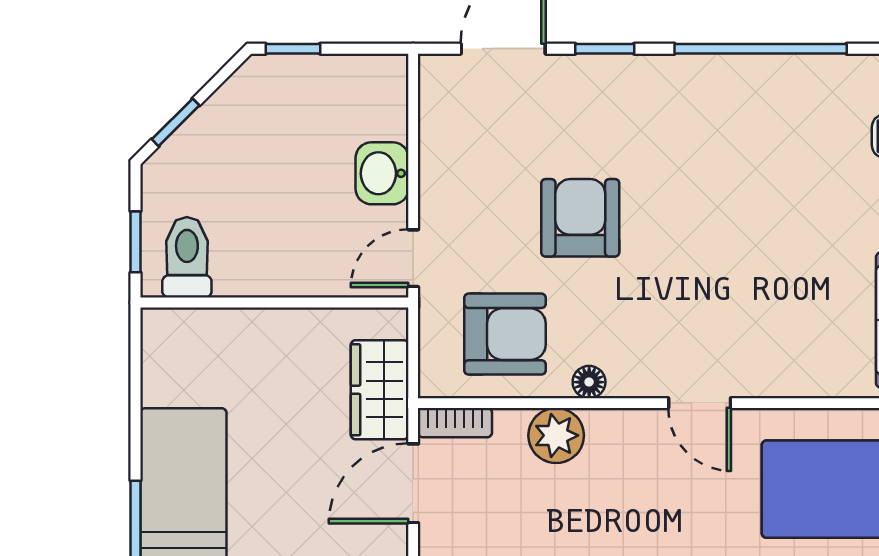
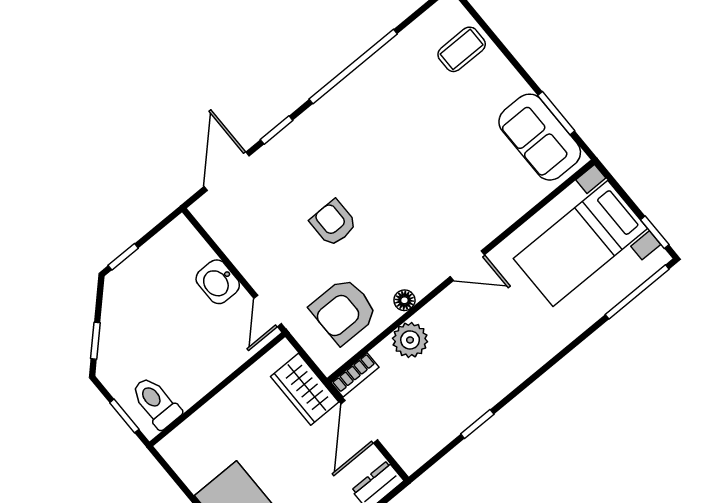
armchair: (580, 218) -> (333, 223), width x0.72, depth x0.72
armchair: (505, 334) -> (344, 311), turned 180

